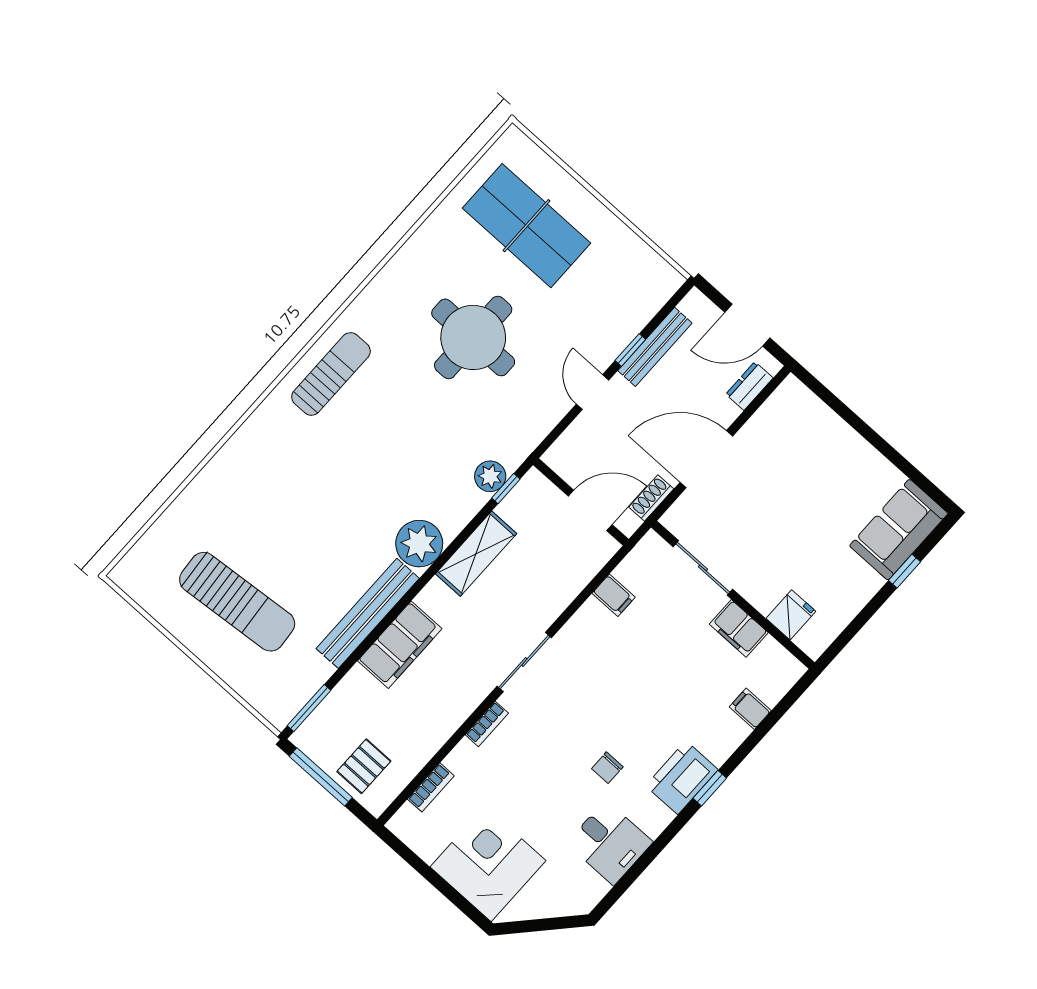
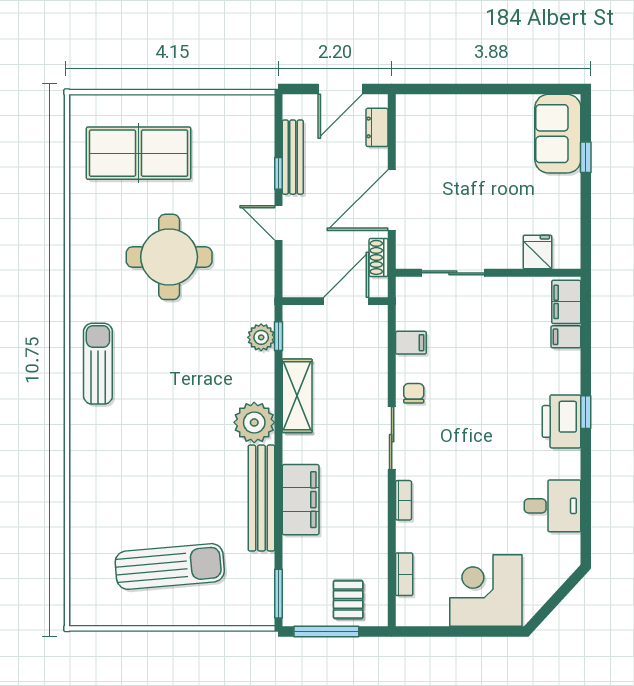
filing cabinet: (739, 628) -> (566, 302), moved, turned 90
chair: (607, 768) -> (414, 393), moved, turned 180

